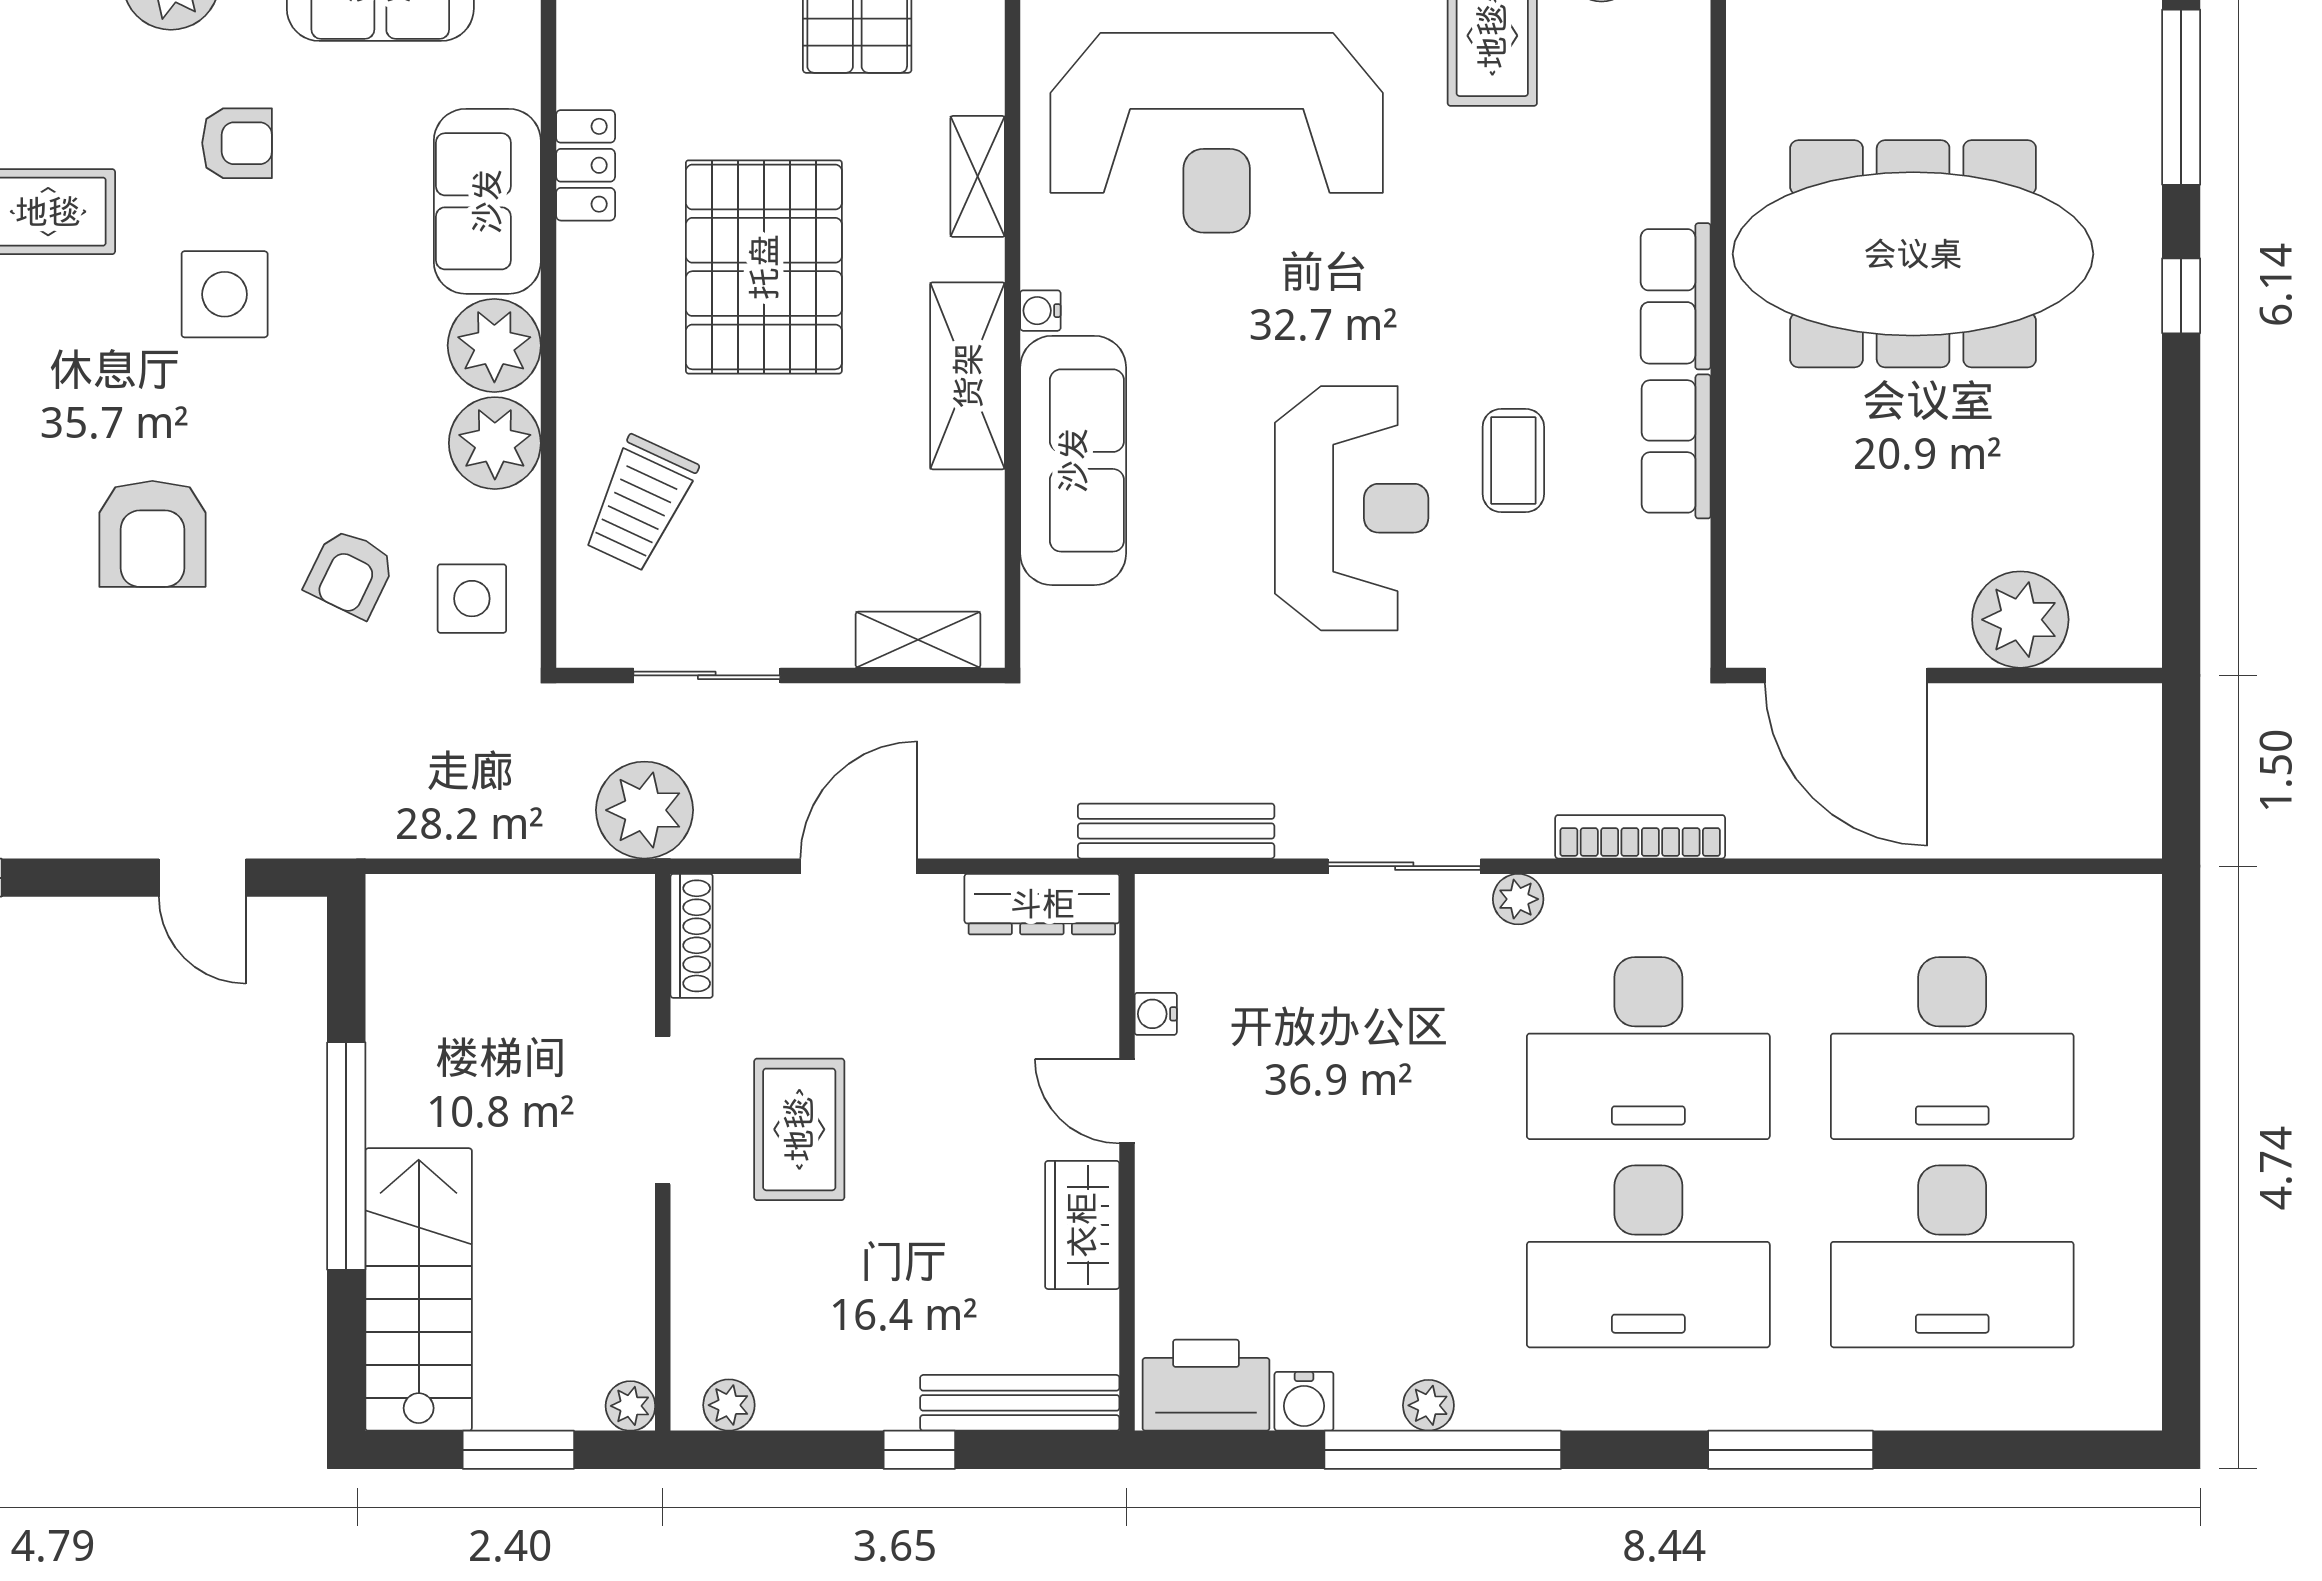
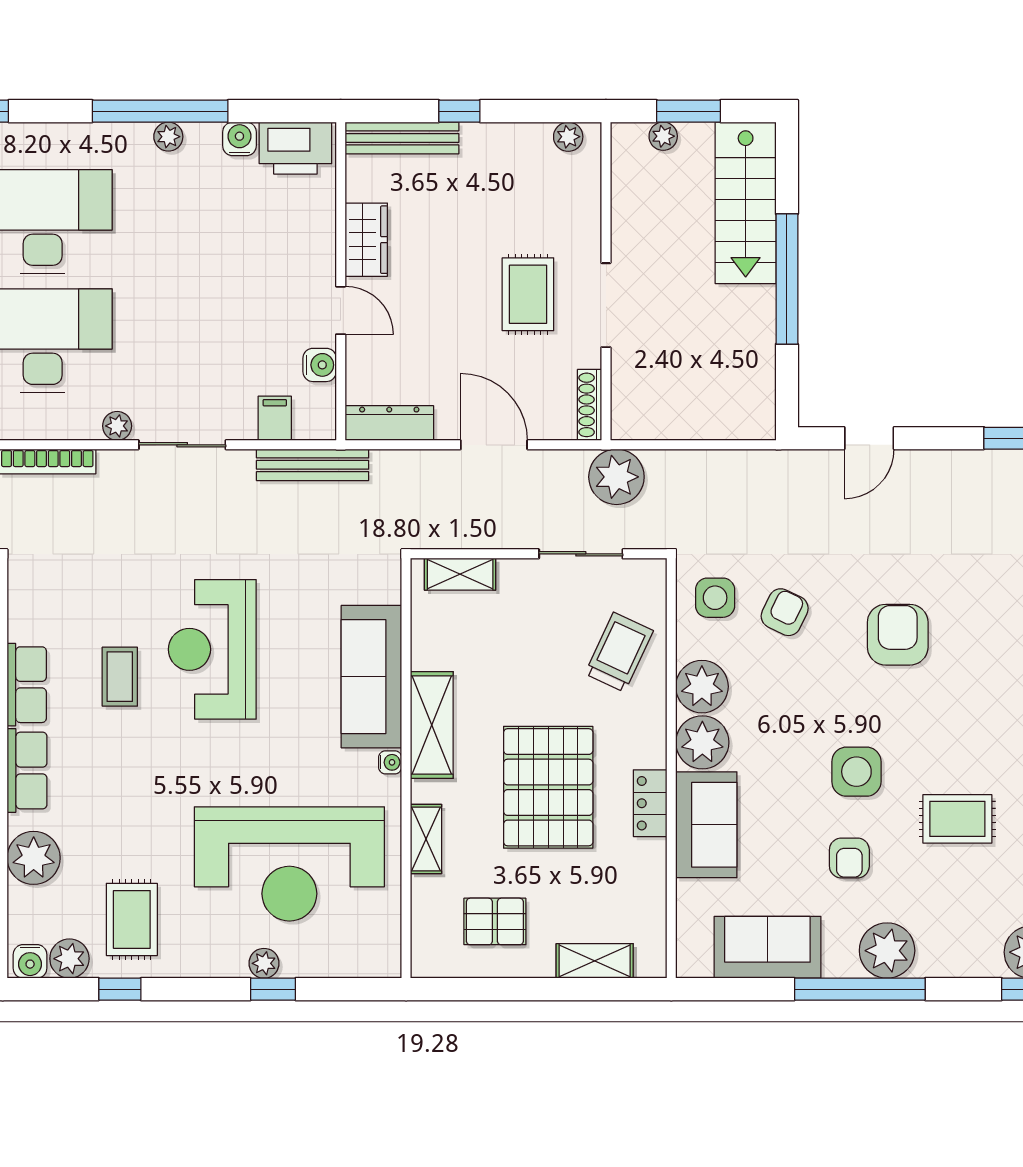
reception desk: (1217, 133) -> (289, 864), turned 180
armchair: (237, 143) -> (849, 858), turned -90
plant: (1664, 143) -> (34, 858), added
locker: (586, 165) -> (650, 803), moved
door: (859, 866) -> (494, 445), swing flipped
door: (202, 878) -> (869, 438), swing flipped
filing cabinet: (1242, 913) -> (275, 418), added
water cooler: (1156, 1014) -> (320, 365), width x1.38, depth x1.38
plant: (630, 1406) -> (663, 136), moved

